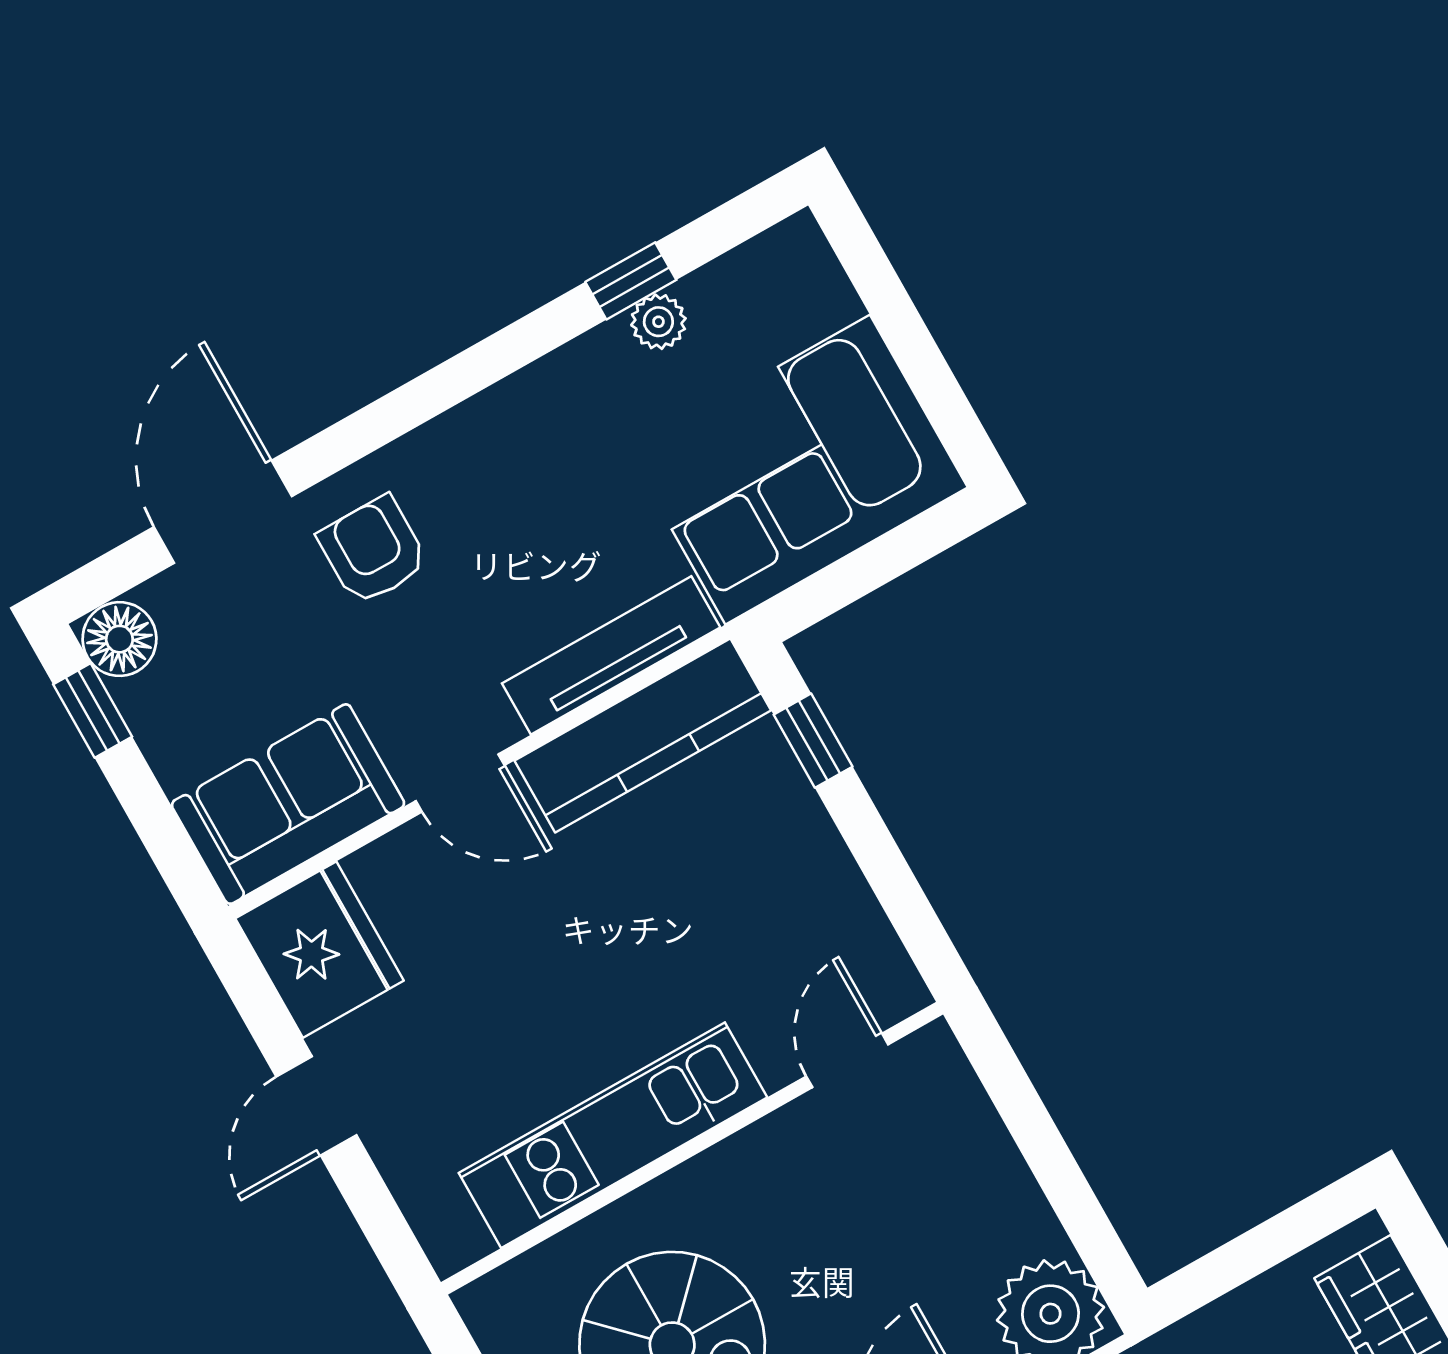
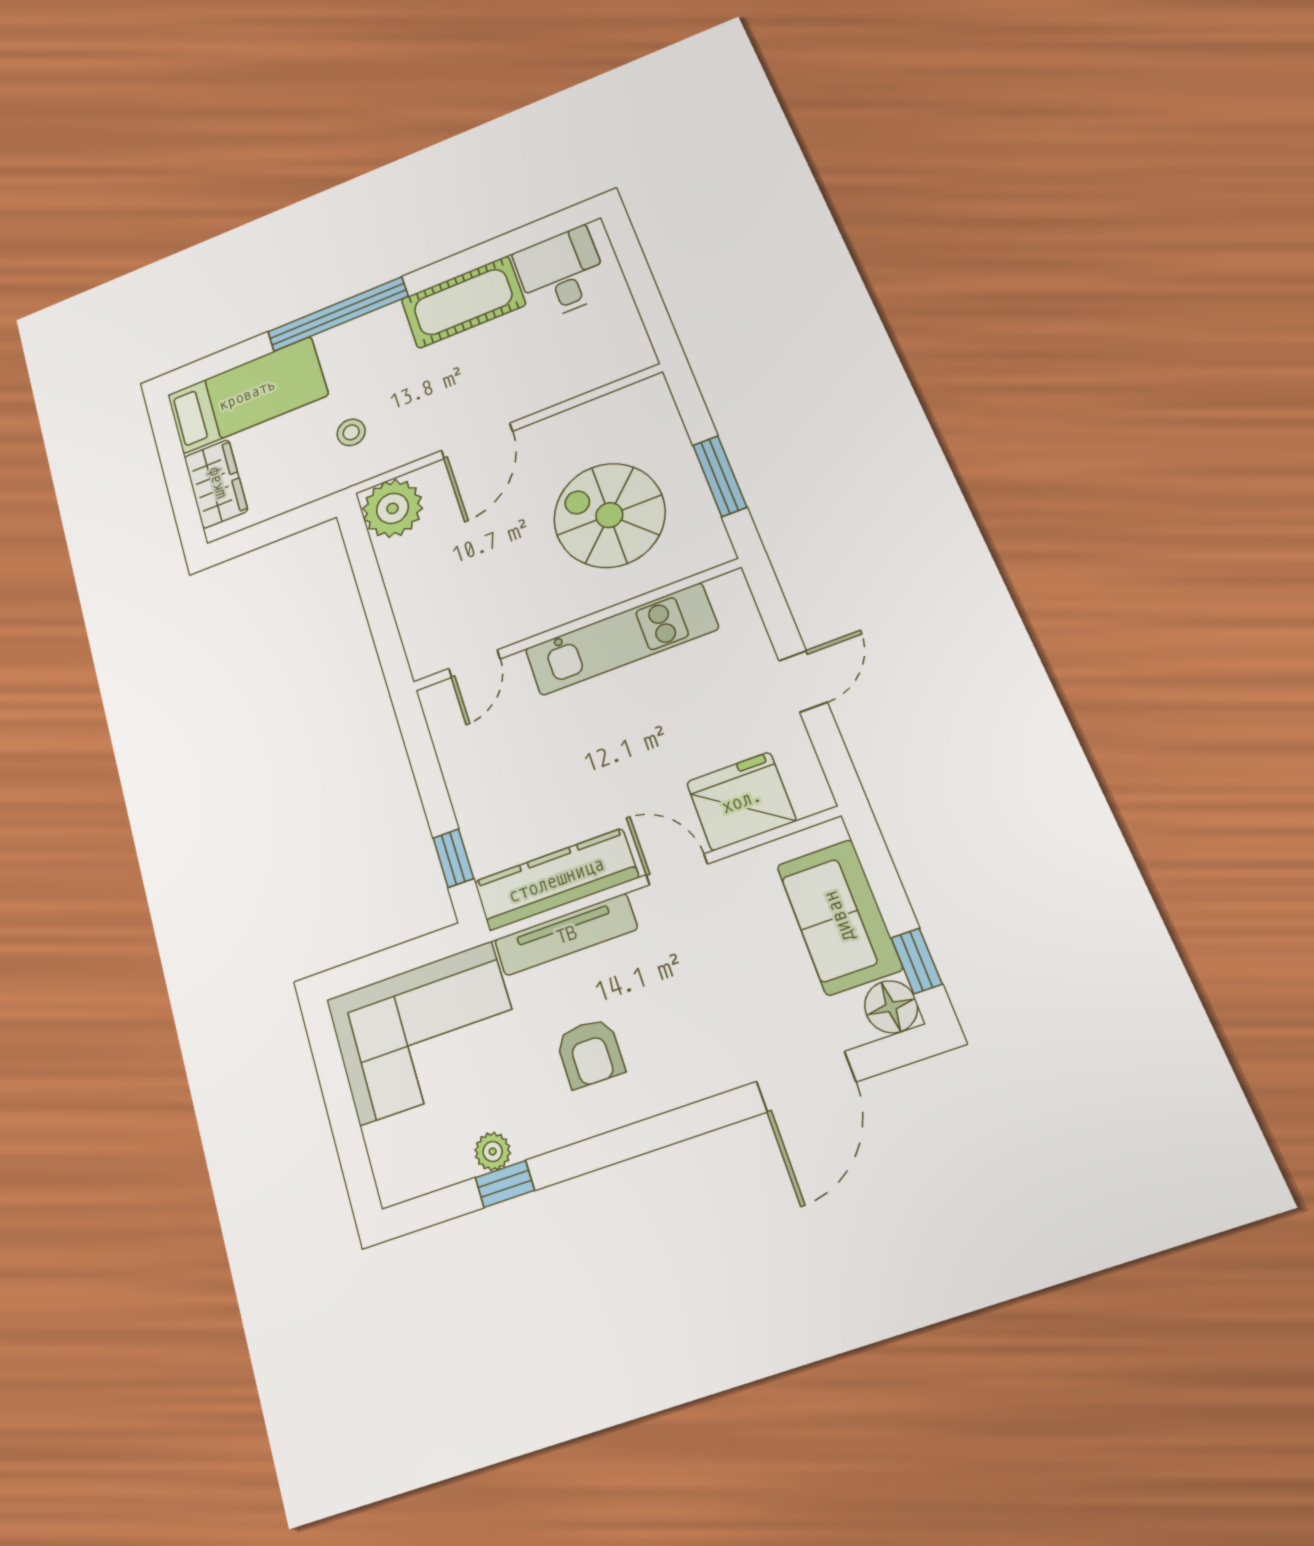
armchair: (373, 550) -> (590, 1053), moved
sofa: (288, 804) -> (839, 917), moved, turned 90
fridge: (320, 950) -> (741, 801), moved, turned 90

